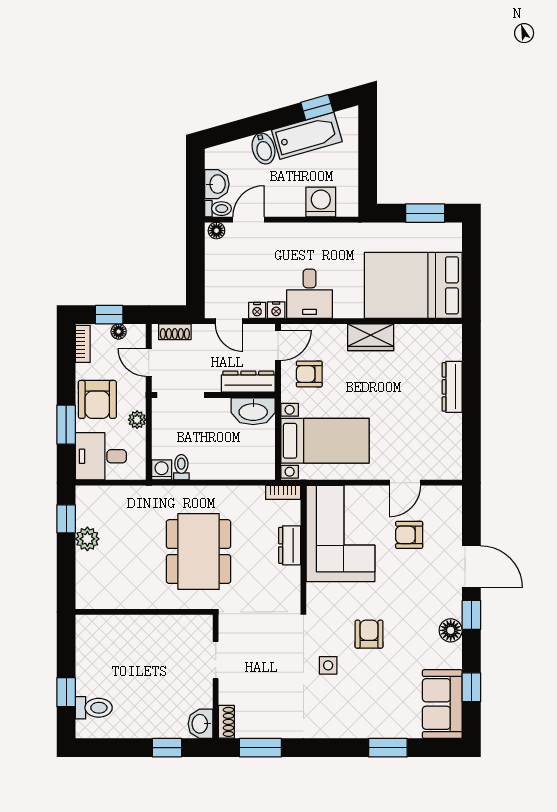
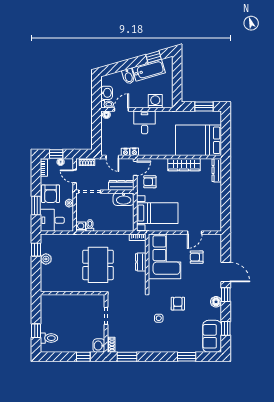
desk: (310, 294) -> (145, 122), moved, turned 180
wardrobe: (371, 337) -> (184, 165), width x1.50
dresser: (452, 387) -> (217, 170), moved

